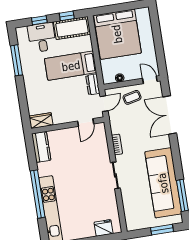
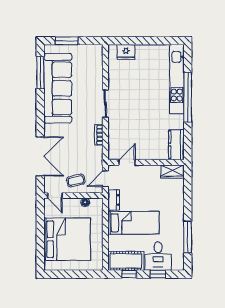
bed: (117, 34) -> (67, 239), moved, turned 90

